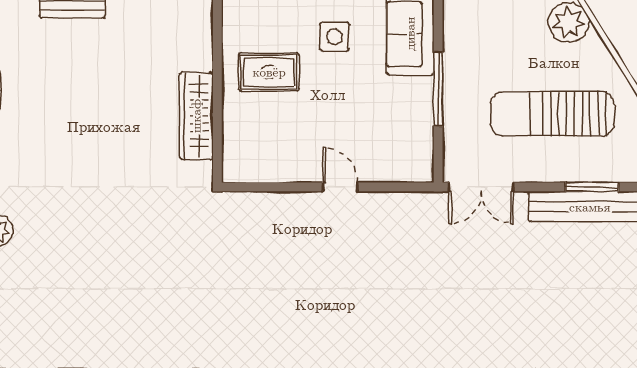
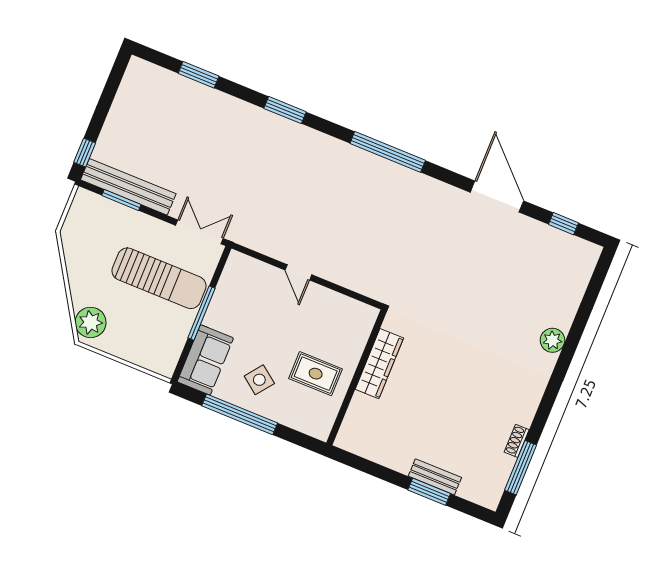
side table: (335, 37) -> (259, 380), turned 37
sun lounger: (552, 114) -> (159, 278), moved

